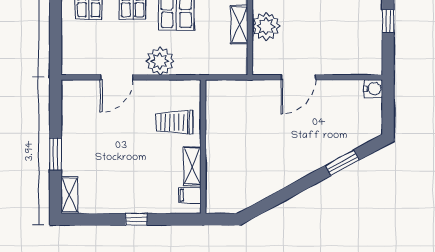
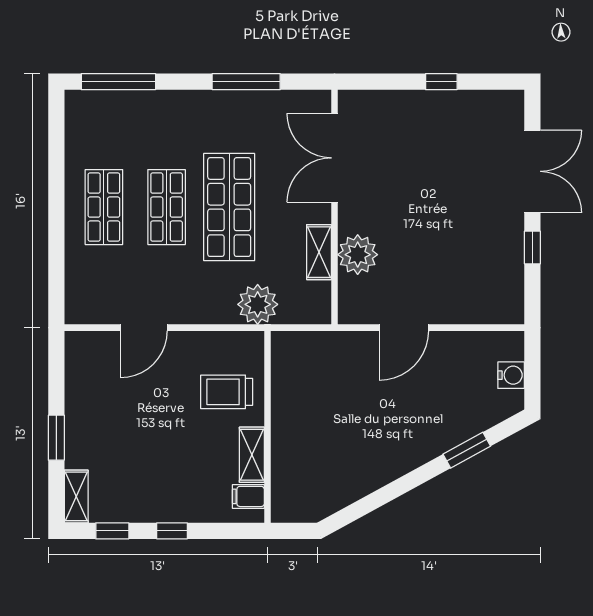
plant: (160, 61) -> (258, 304), moved
water cooler: (373, 89) -> (511, 375), moved
window: (95, 219) -> (112, 531), added

